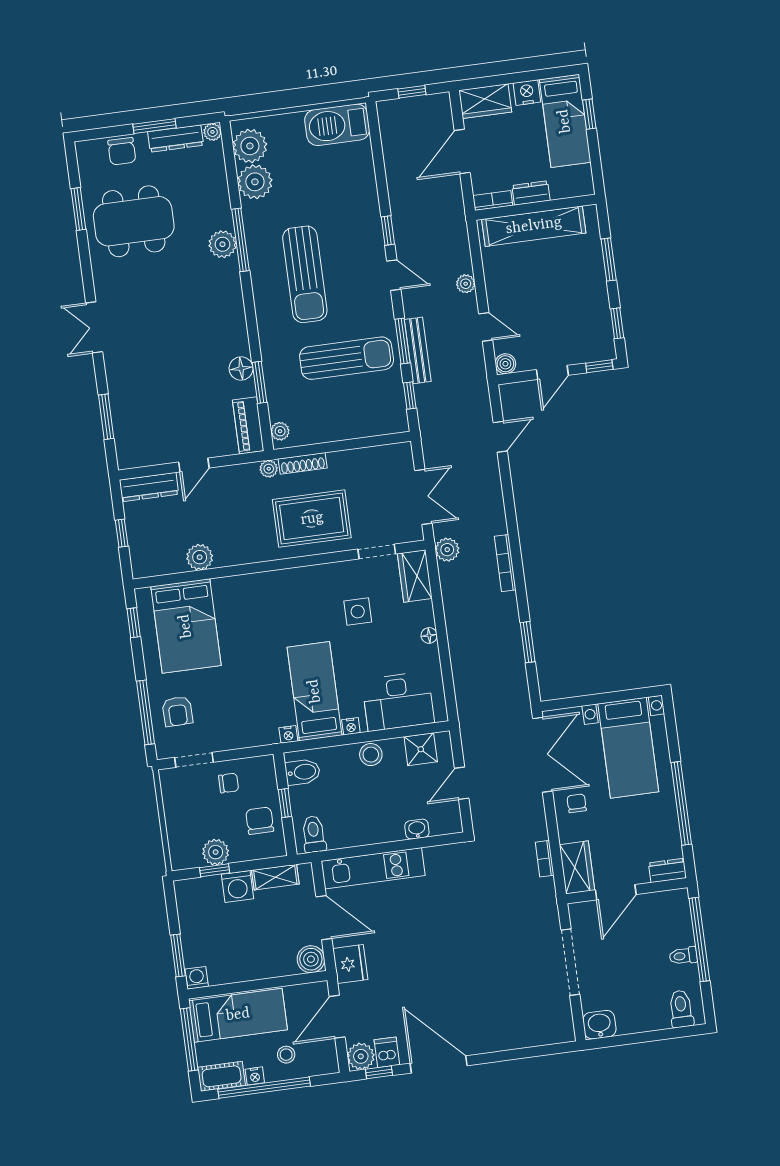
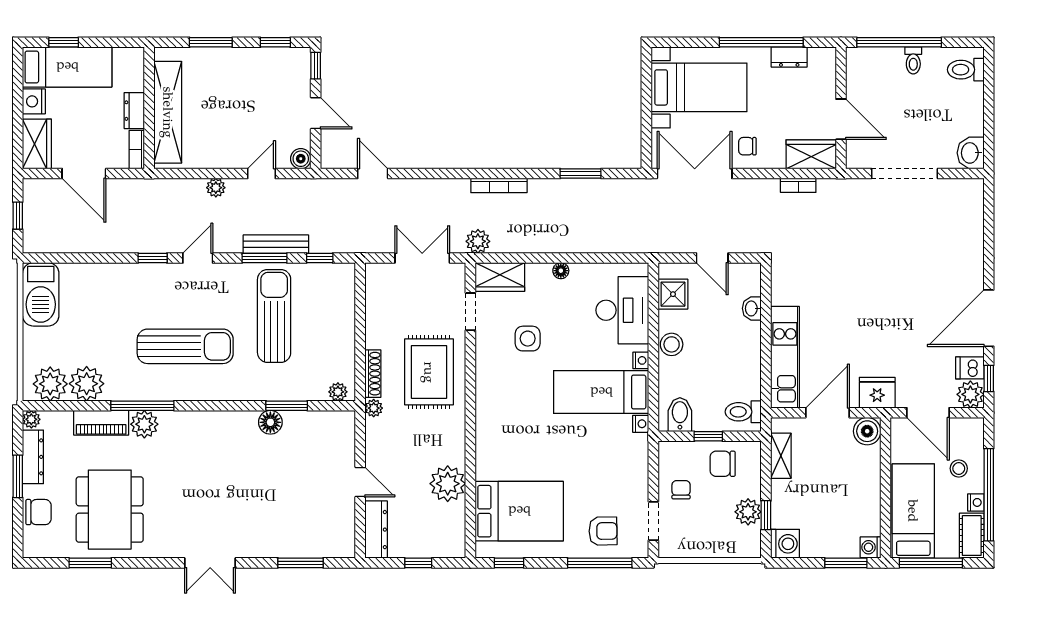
piano: (248, 425) -> (101, 423), moved
plant: (200, 557) -> (448, 484), width x1.36, depth x1.36
dresser: (667, 870) -> (789, 57), moved, turned -90
washing machine: (237, 886) -> (785, 544), moved

